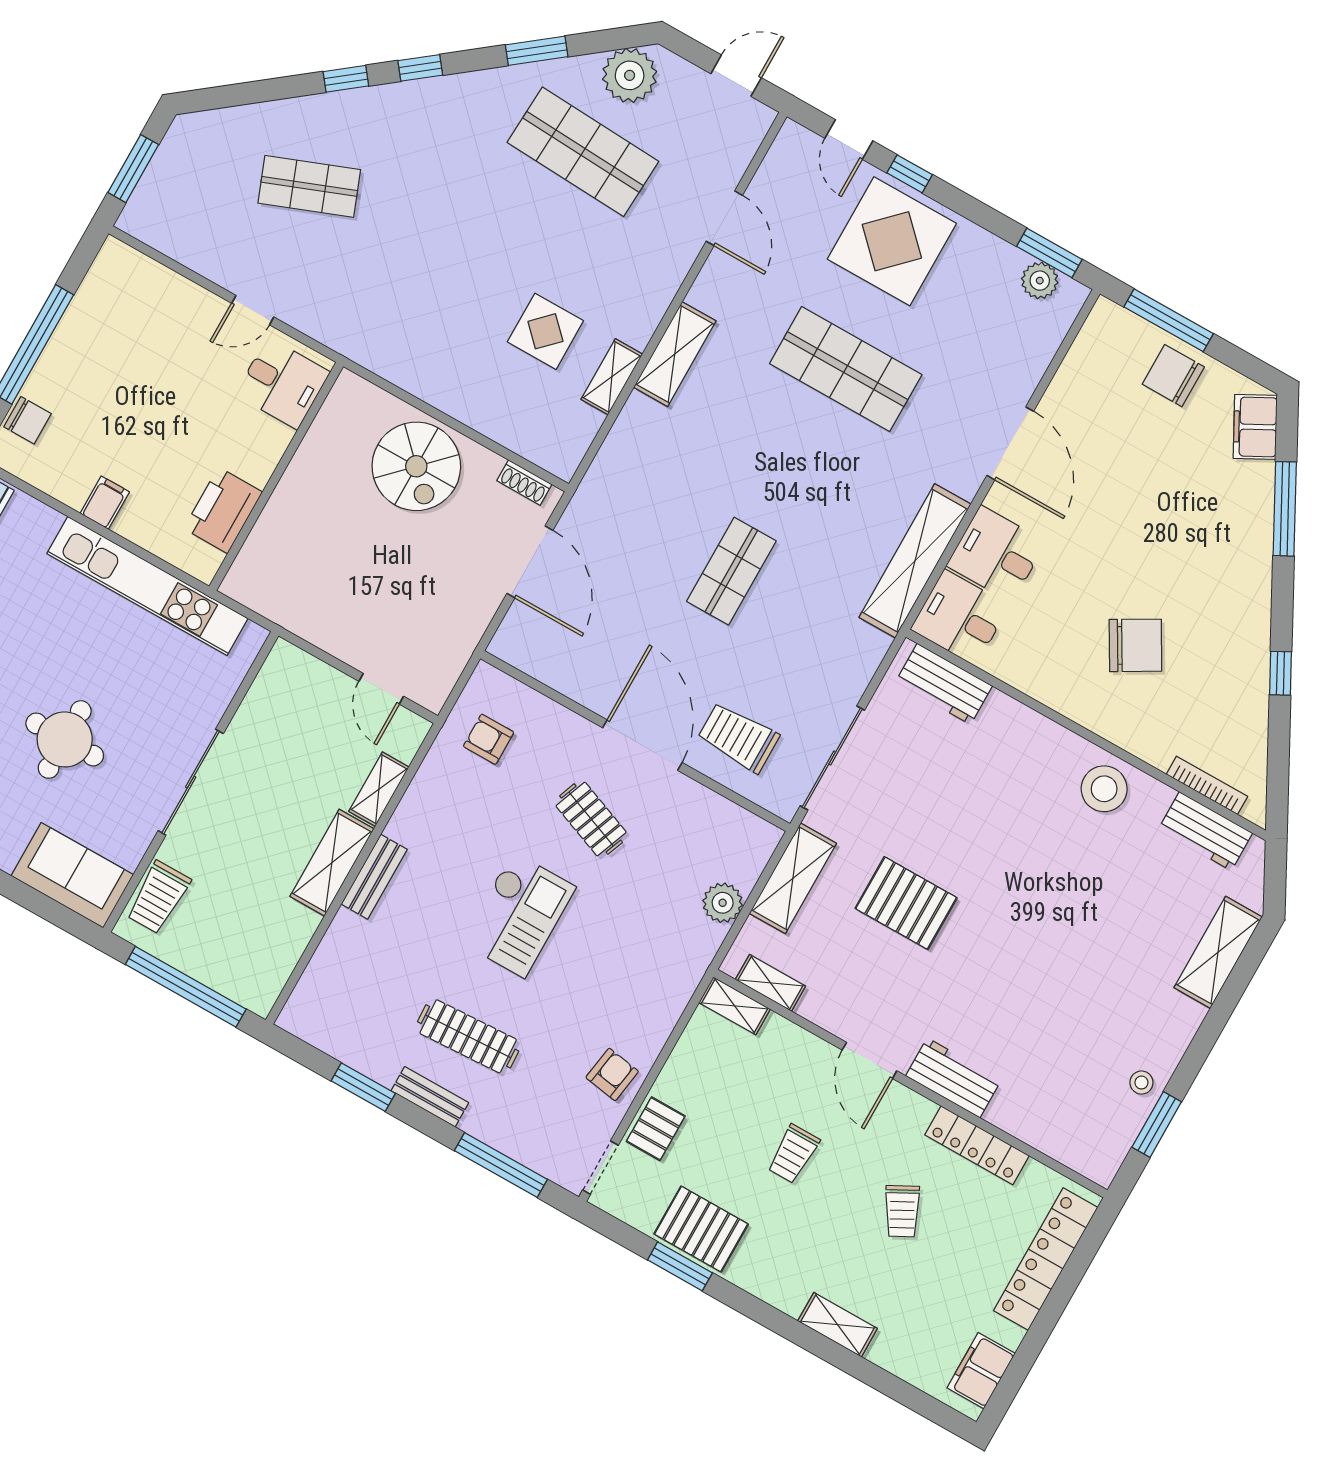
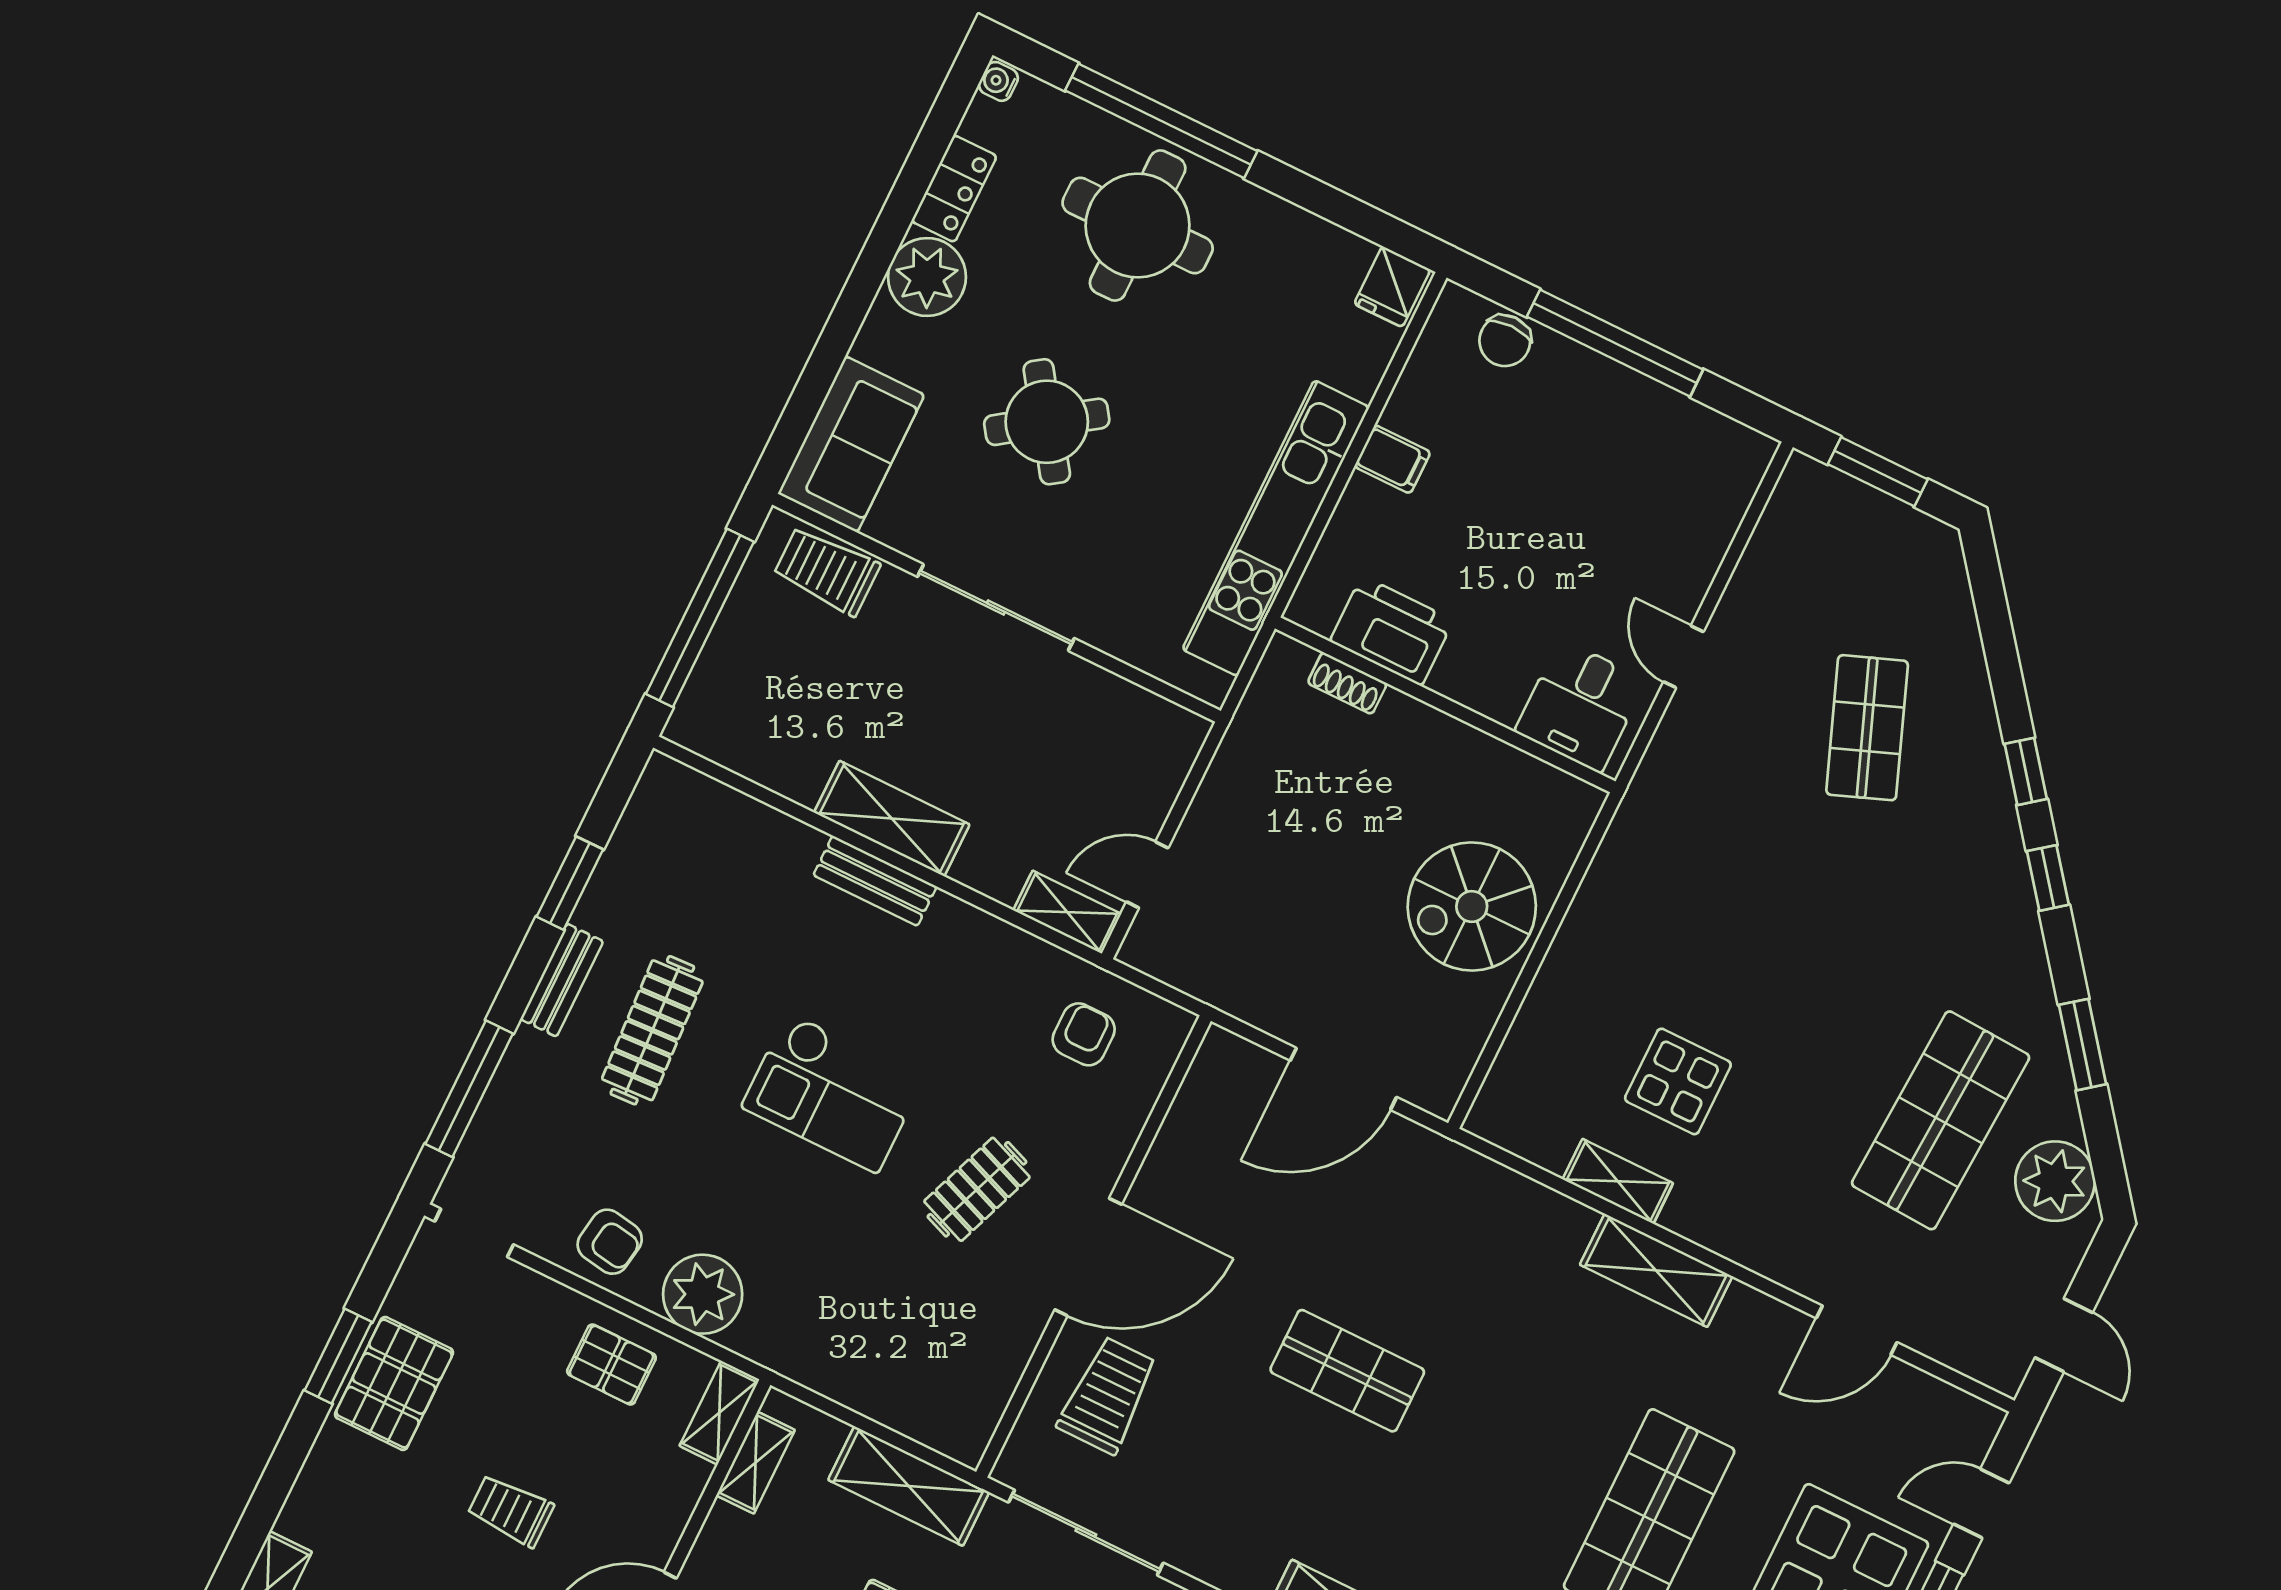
shoe rack: (524, 482) -> (1347, 683), moved, turned -90
round table: (65, 739) -> (1047, 422), turned -35
shelving: (379, 789) -> (1067, 912), moved
plant: (723, 903) -> (703, 1294), moved, width x1.36, depth x1.36
pallet: (656, 1129) -> (611, 1365), moved

